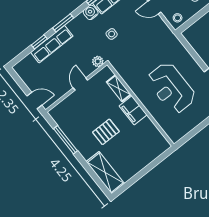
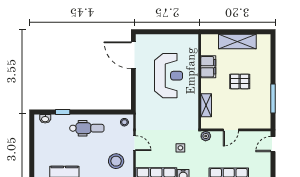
door: (34, 101) -> (273, 144), hinge flipped
filing cabinet: (133, 110) -> (208, 67), moved
shelving: (105, 173) -> (237, 41), moved, turned 90

